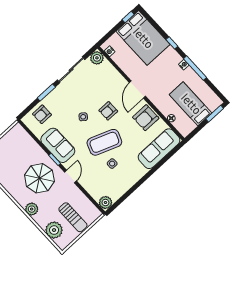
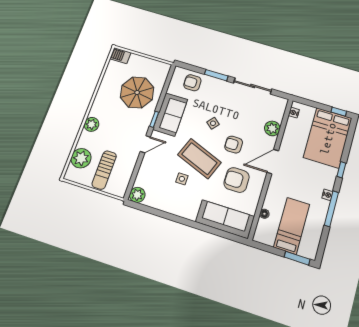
plant: (97, 58) -> (272, 128), moved
armchair: (146, 118) -> (237, 180), moved
parasol: (39, 178) -> (137, 92), moved

